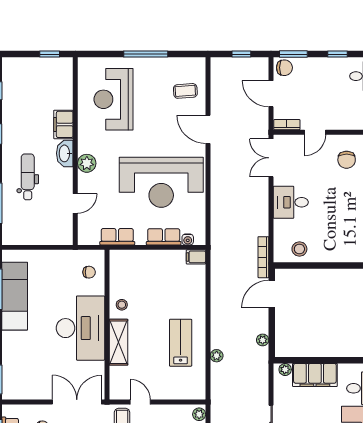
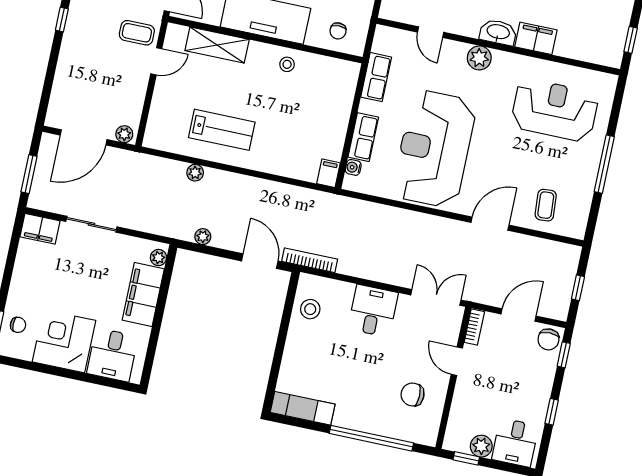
window: (293, 54) -> (564, 355), width x0.67
shelving: (118, 342) -> (217, 45), moved

